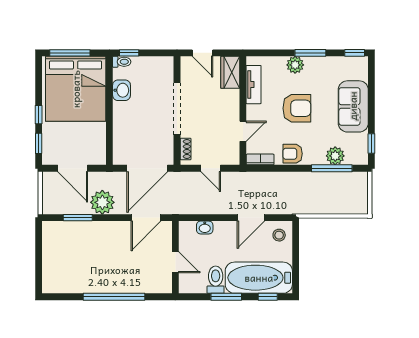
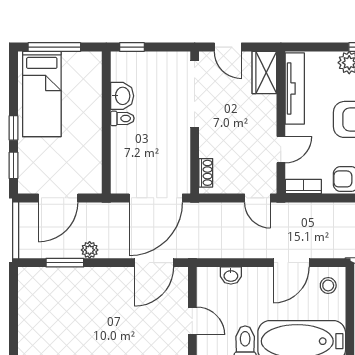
toilet: (122, 62) -> (122, 118), moved
tv unit: (254, 85) -> (295, 88), width x1.41
bed: (76, 89) -> (42, 94), width x0.49
doorway: (177, 109) -> (195, 94), moved
door: (73, 168) -> (58, 198), hinge flipped
door: (211, 168) -> (258, 198), moved
plant: (102, 202) -> (90, 250), width x0.53, depth x0.53

